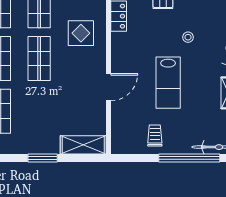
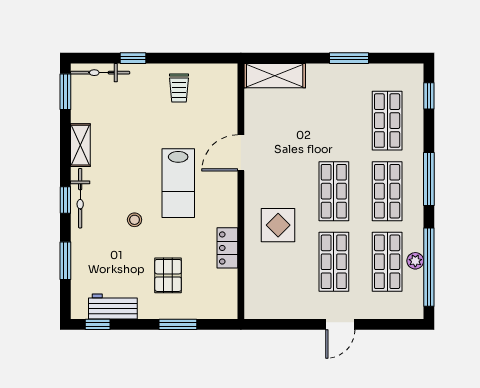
lab bench: (168, 83) -> (178, 183), moved, turned 180
window: (43, 158) -> (349, 58), moved
window: (189, 158) -> (133, 58), width x0.32

